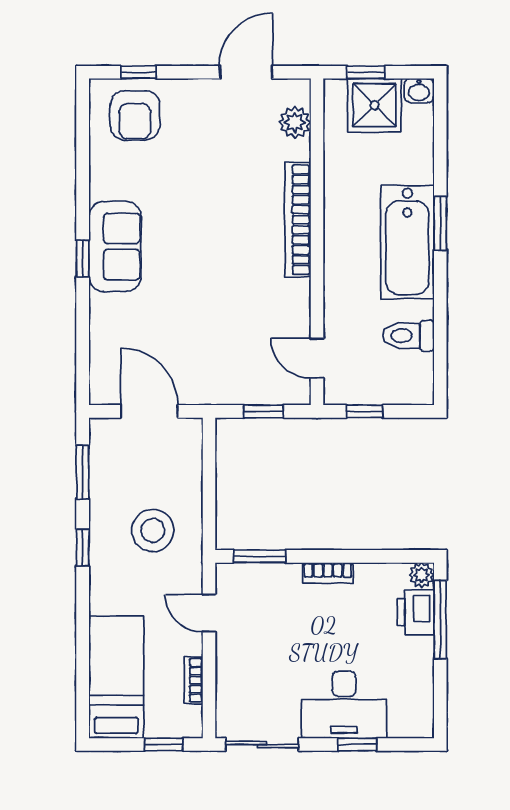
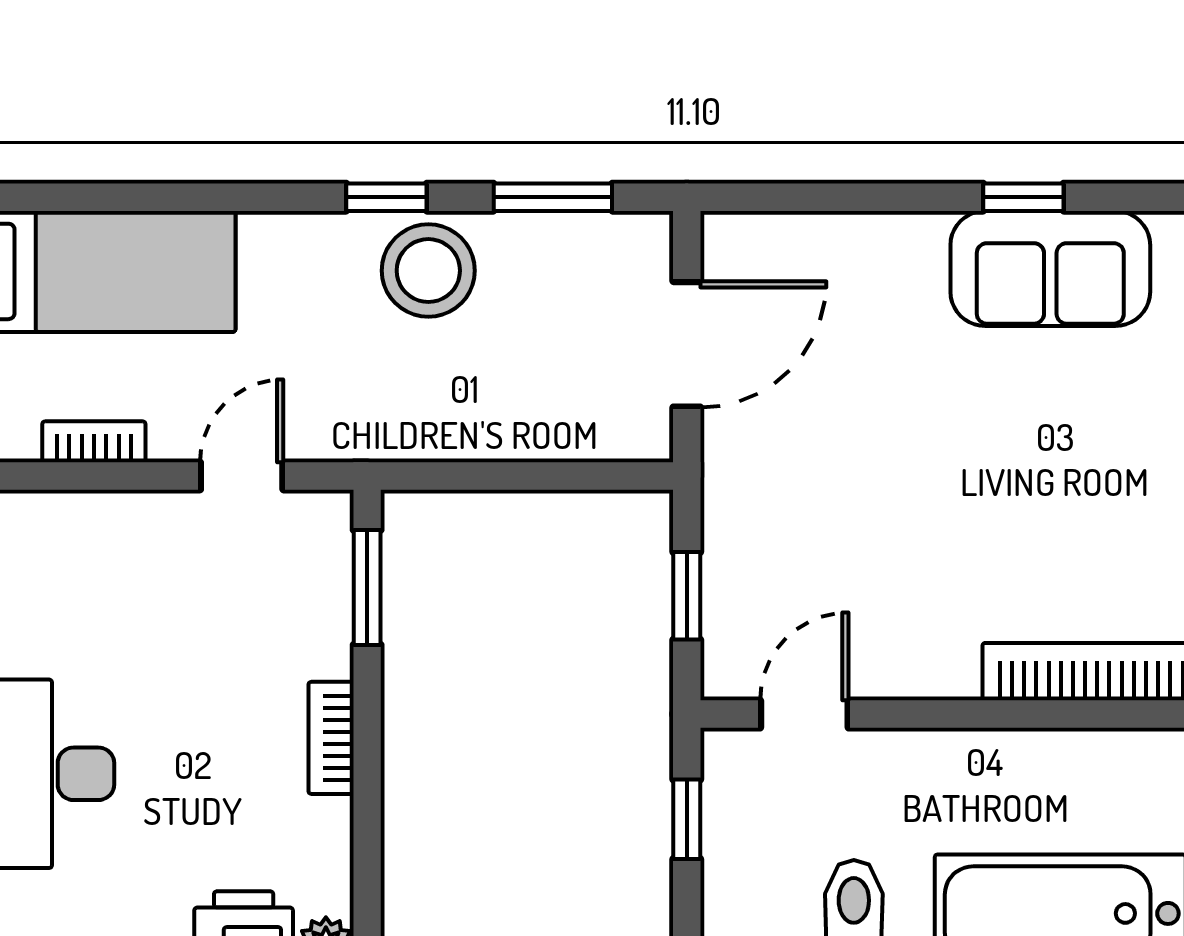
stool: (153, 530) -> (428, 271), moved

